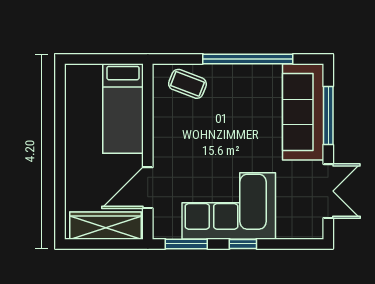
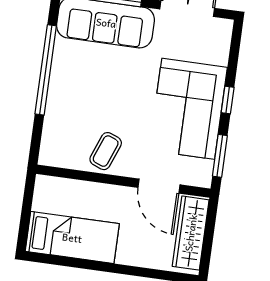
coffee table: (187, 84) -> (106, 151), moved
bed: (123, 109) -> (72, 238), moved

